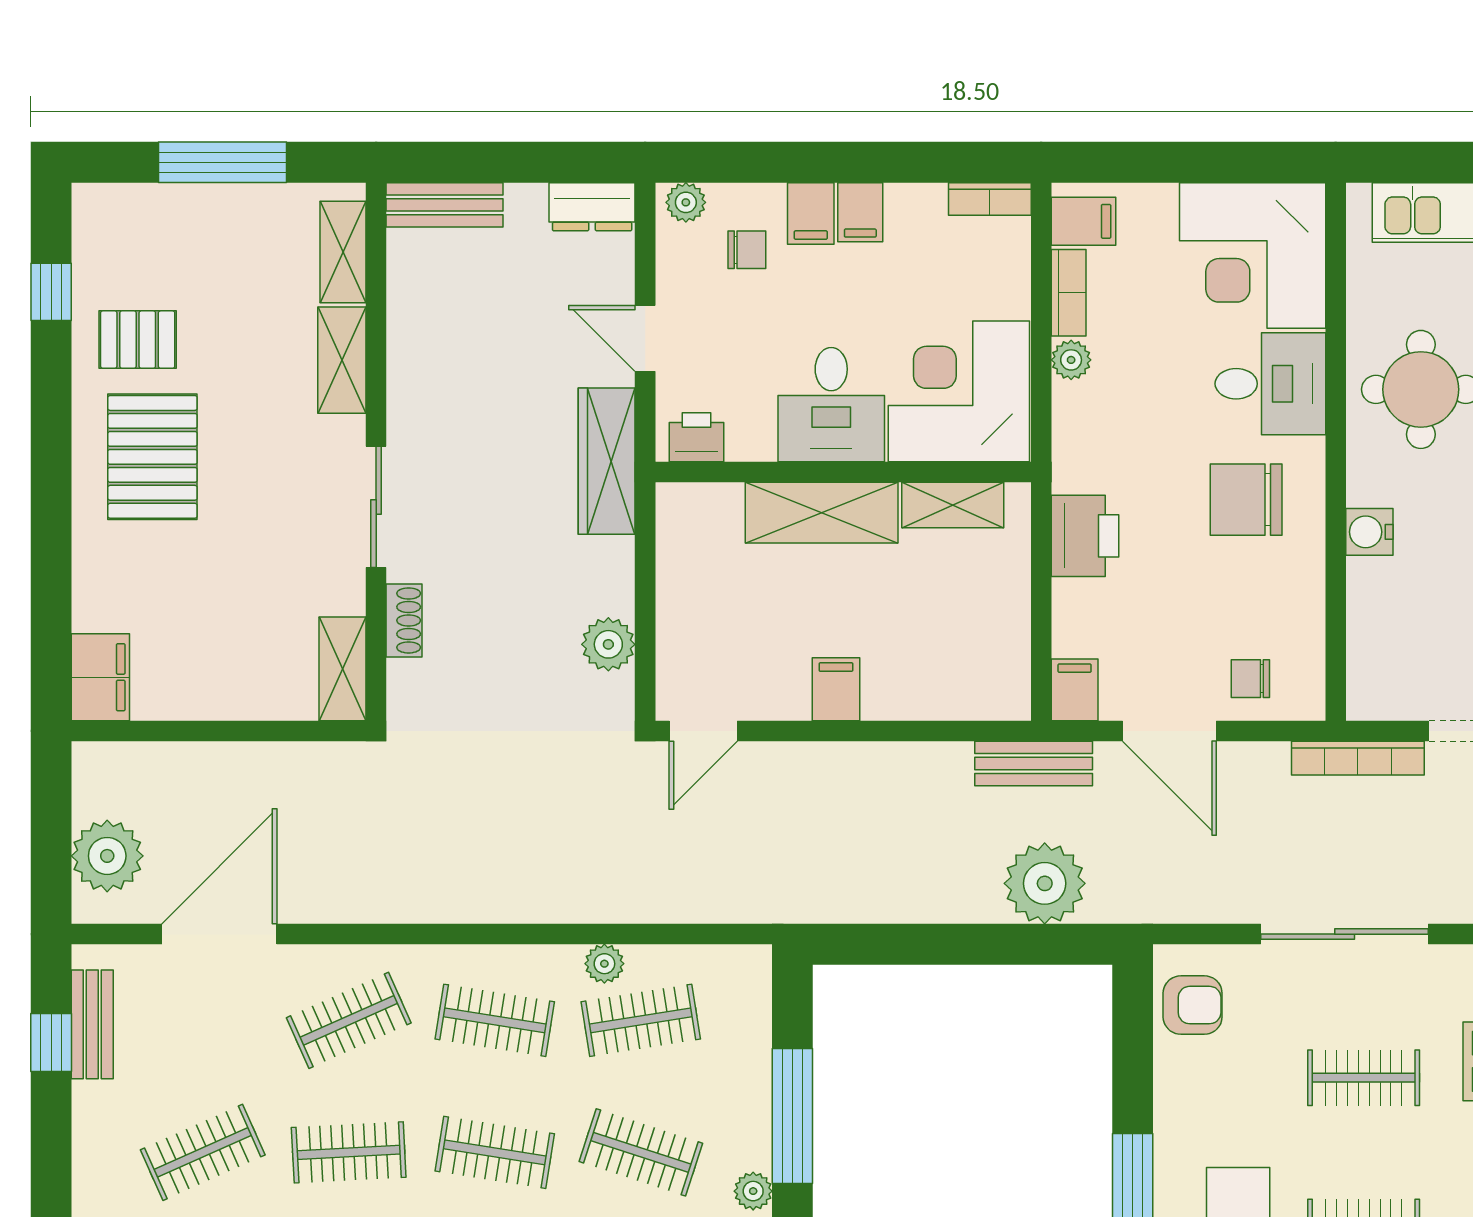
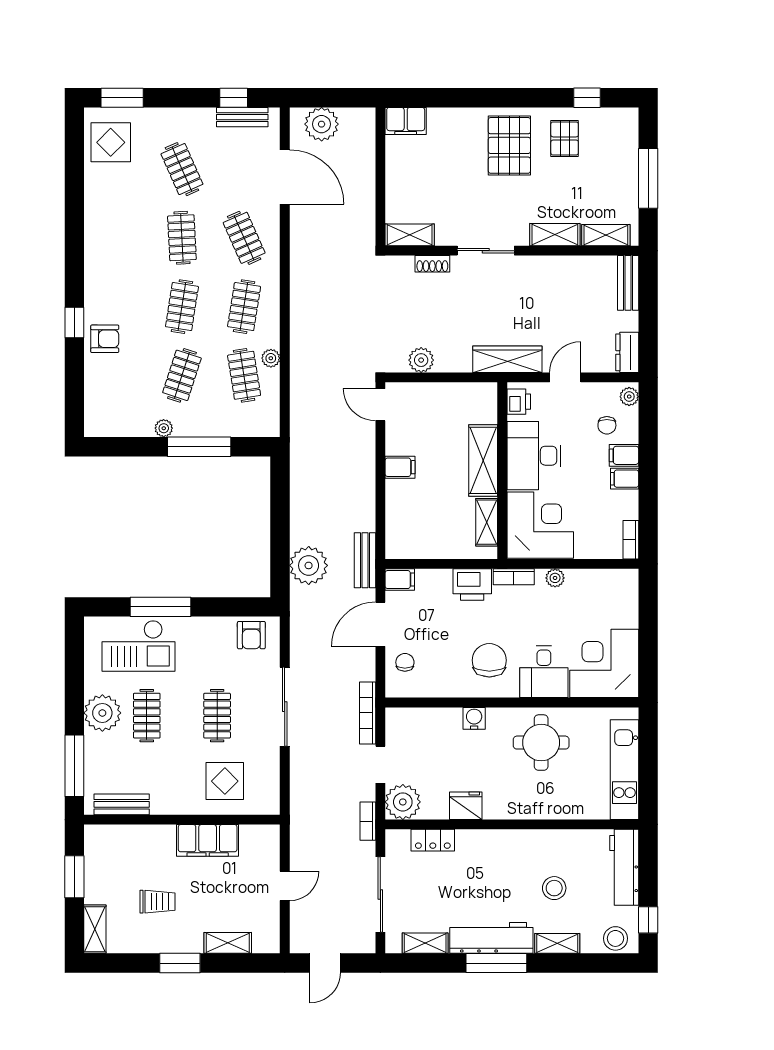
filing cabinet: (1084, 221) -> (620, 584), removed
bookcase: (1069, 293) -> (514, 577), moved
desk: (831, 405) -> (534, 456), width x1.37
pallet: (152, 457) -> (509, 145), turned 90

